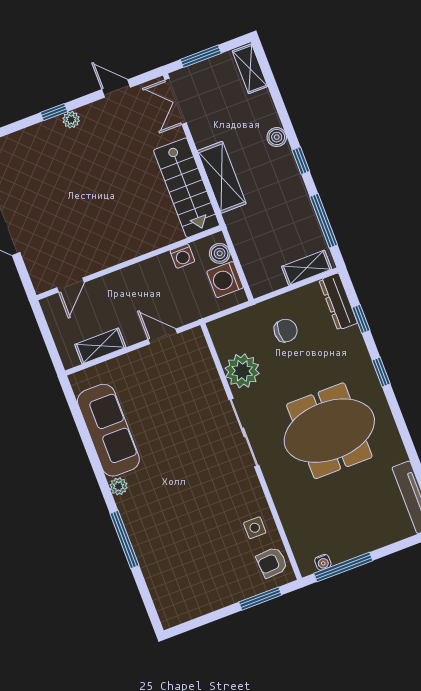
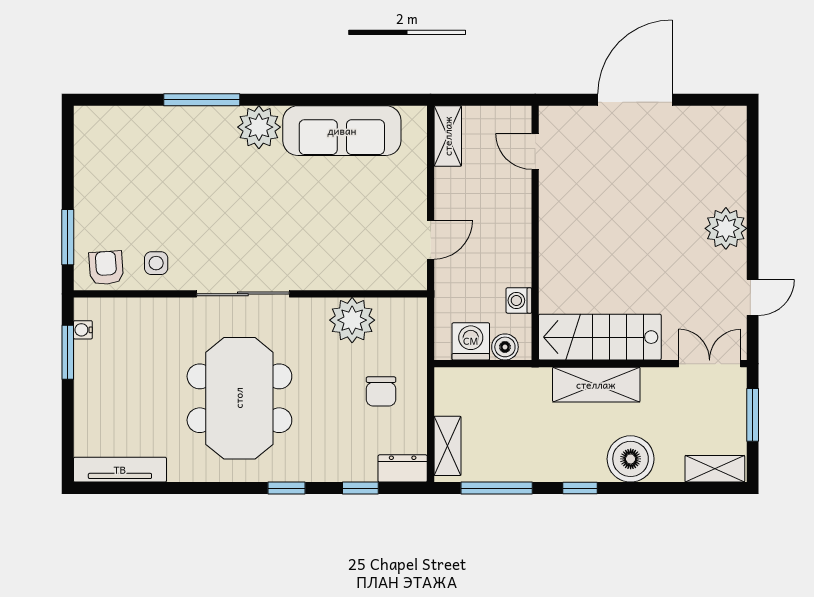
window: (54, 112) -> (753, 211), removed
plant: (71, 120) -> (726, 228), width x1.88, depth x1.88
boiler: (277, 137) -> (631, 459), width x1.86, depth x1.86
dresser: (338, 302) -> (403, 468), width x0.70
shelving: (100, 346) -> (448, 136), moved
sliding door: (244, 432) -> (243, 294), moved
plant: (119, 486) -> (259, 127), width x1.88, depth x1.88
window: (343, 567) -> (68, 352), width x0.69

